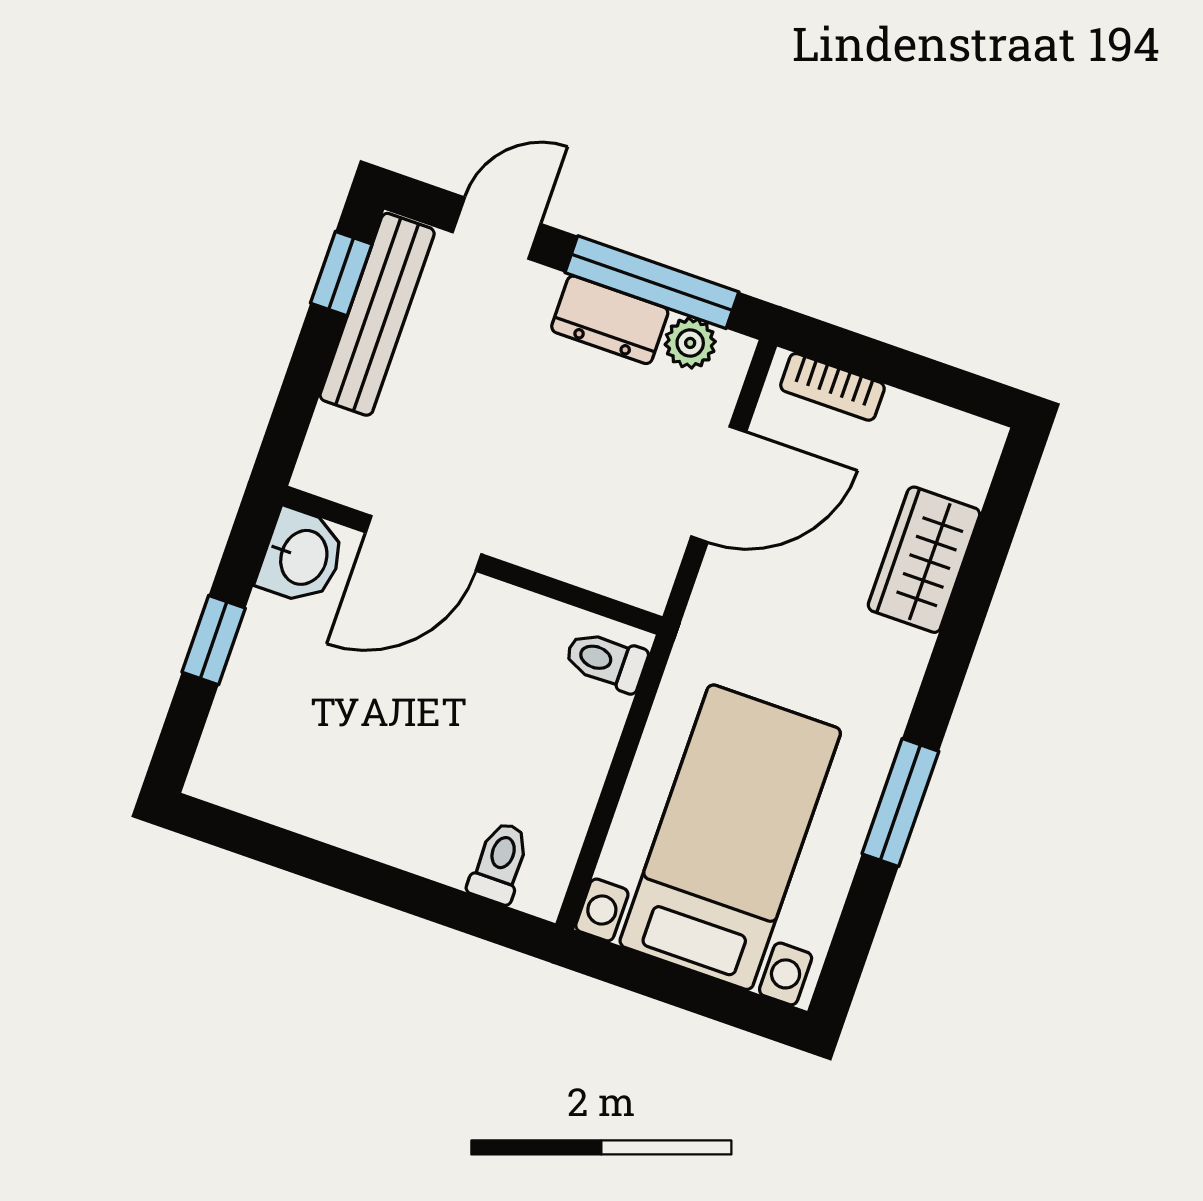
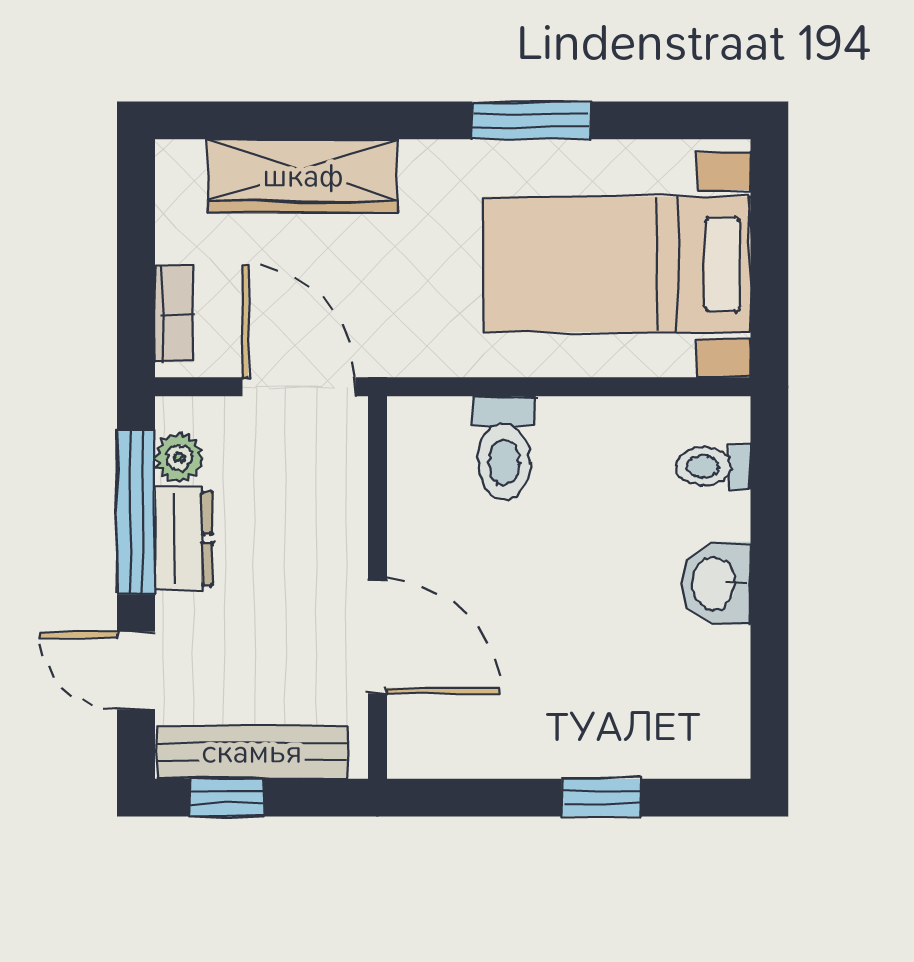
door: (424, 543) -> (377, 637), moved
washbasin: (302, 557) -> (716, 583), moved, turned -90
wall: (472, 560) -> (377, 587), moved
wardrobe: (924, 560) -> (303, 176), width x1.50
toilet: (606, 661) -> (504, 448), width x1.37, depth x1.39

